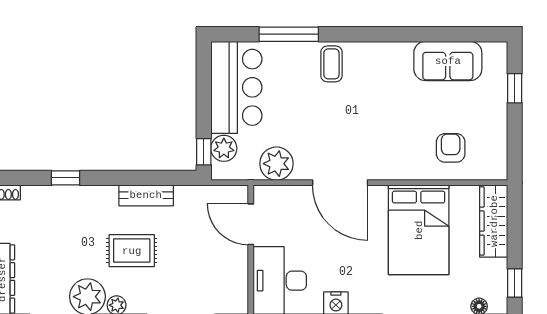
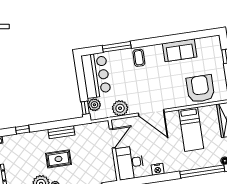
sofa: (448, 61) -> (180, 50), moved
armchair: (451, 148) -> (200, 89), width x1.88, depth x1.88
door: (251, 224) -> (112, 138), swing flipped
bed: (419, 230) -> (191, 129), width x0.67

